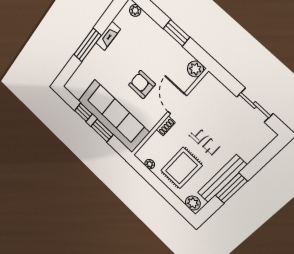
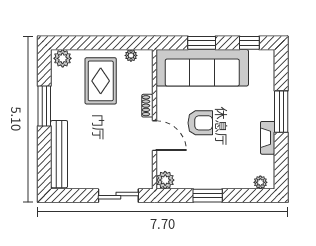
sliding door: (255, 105) -> (118, 196), moved
window: (83, 112) -> (249, 43), moved
bench: (222, 179) -> (59, 154), moved

